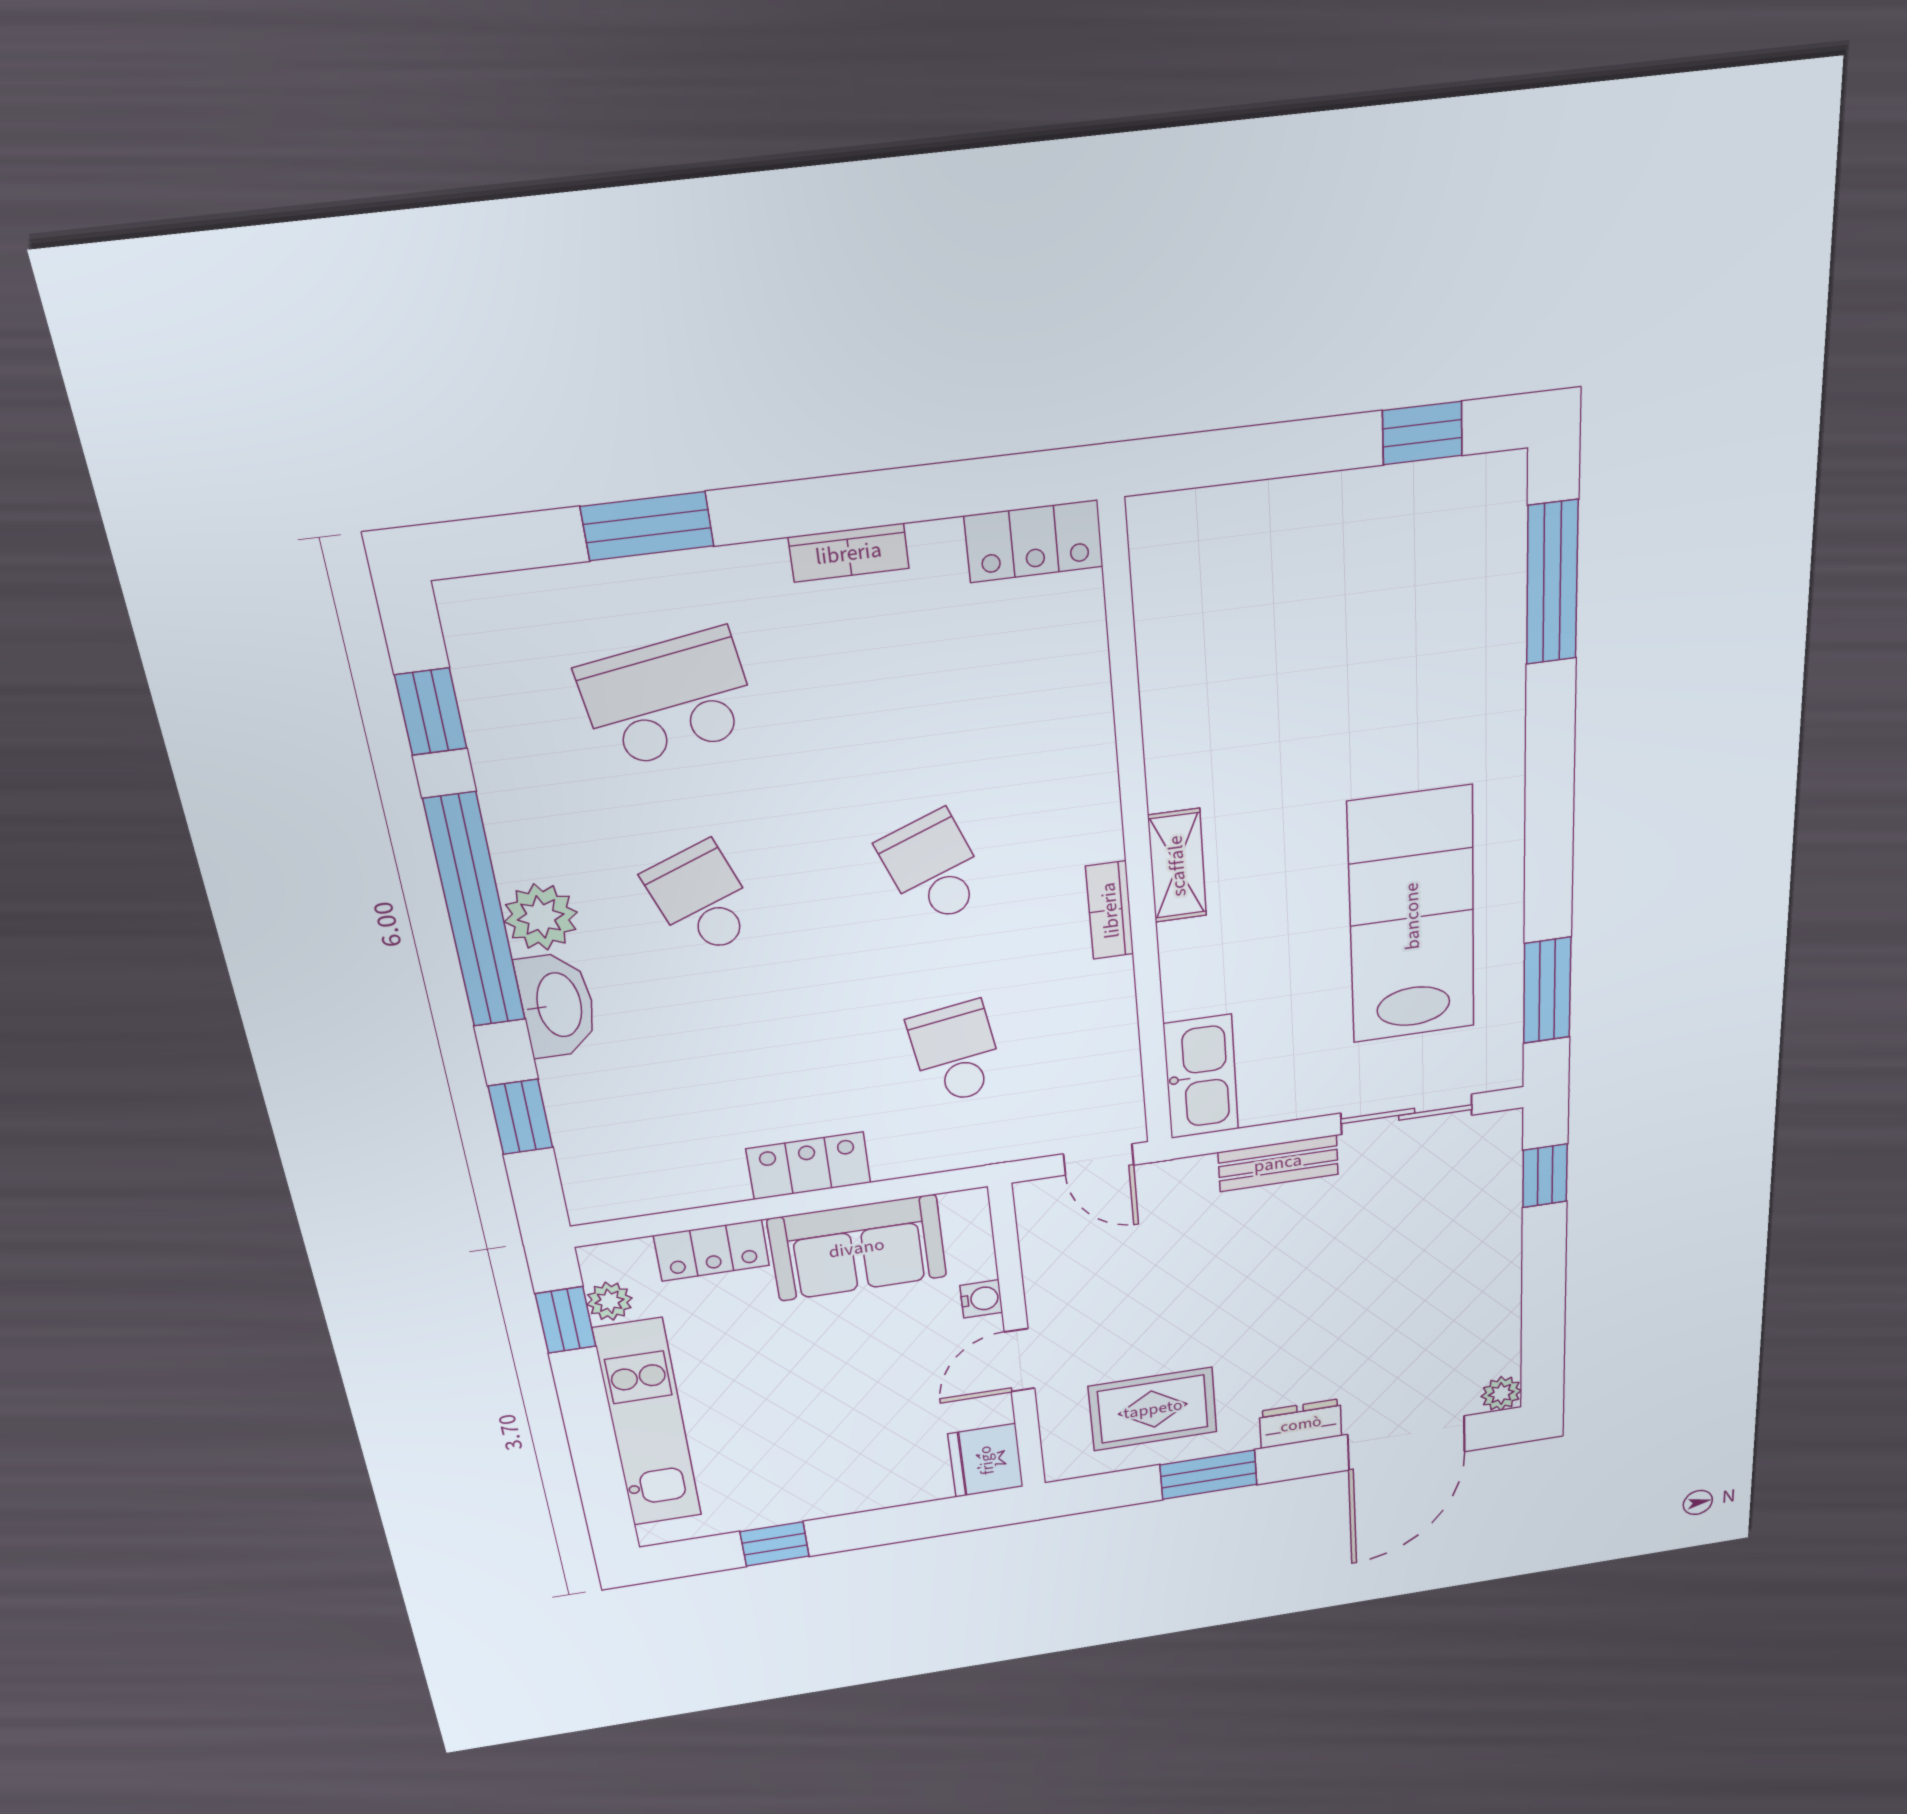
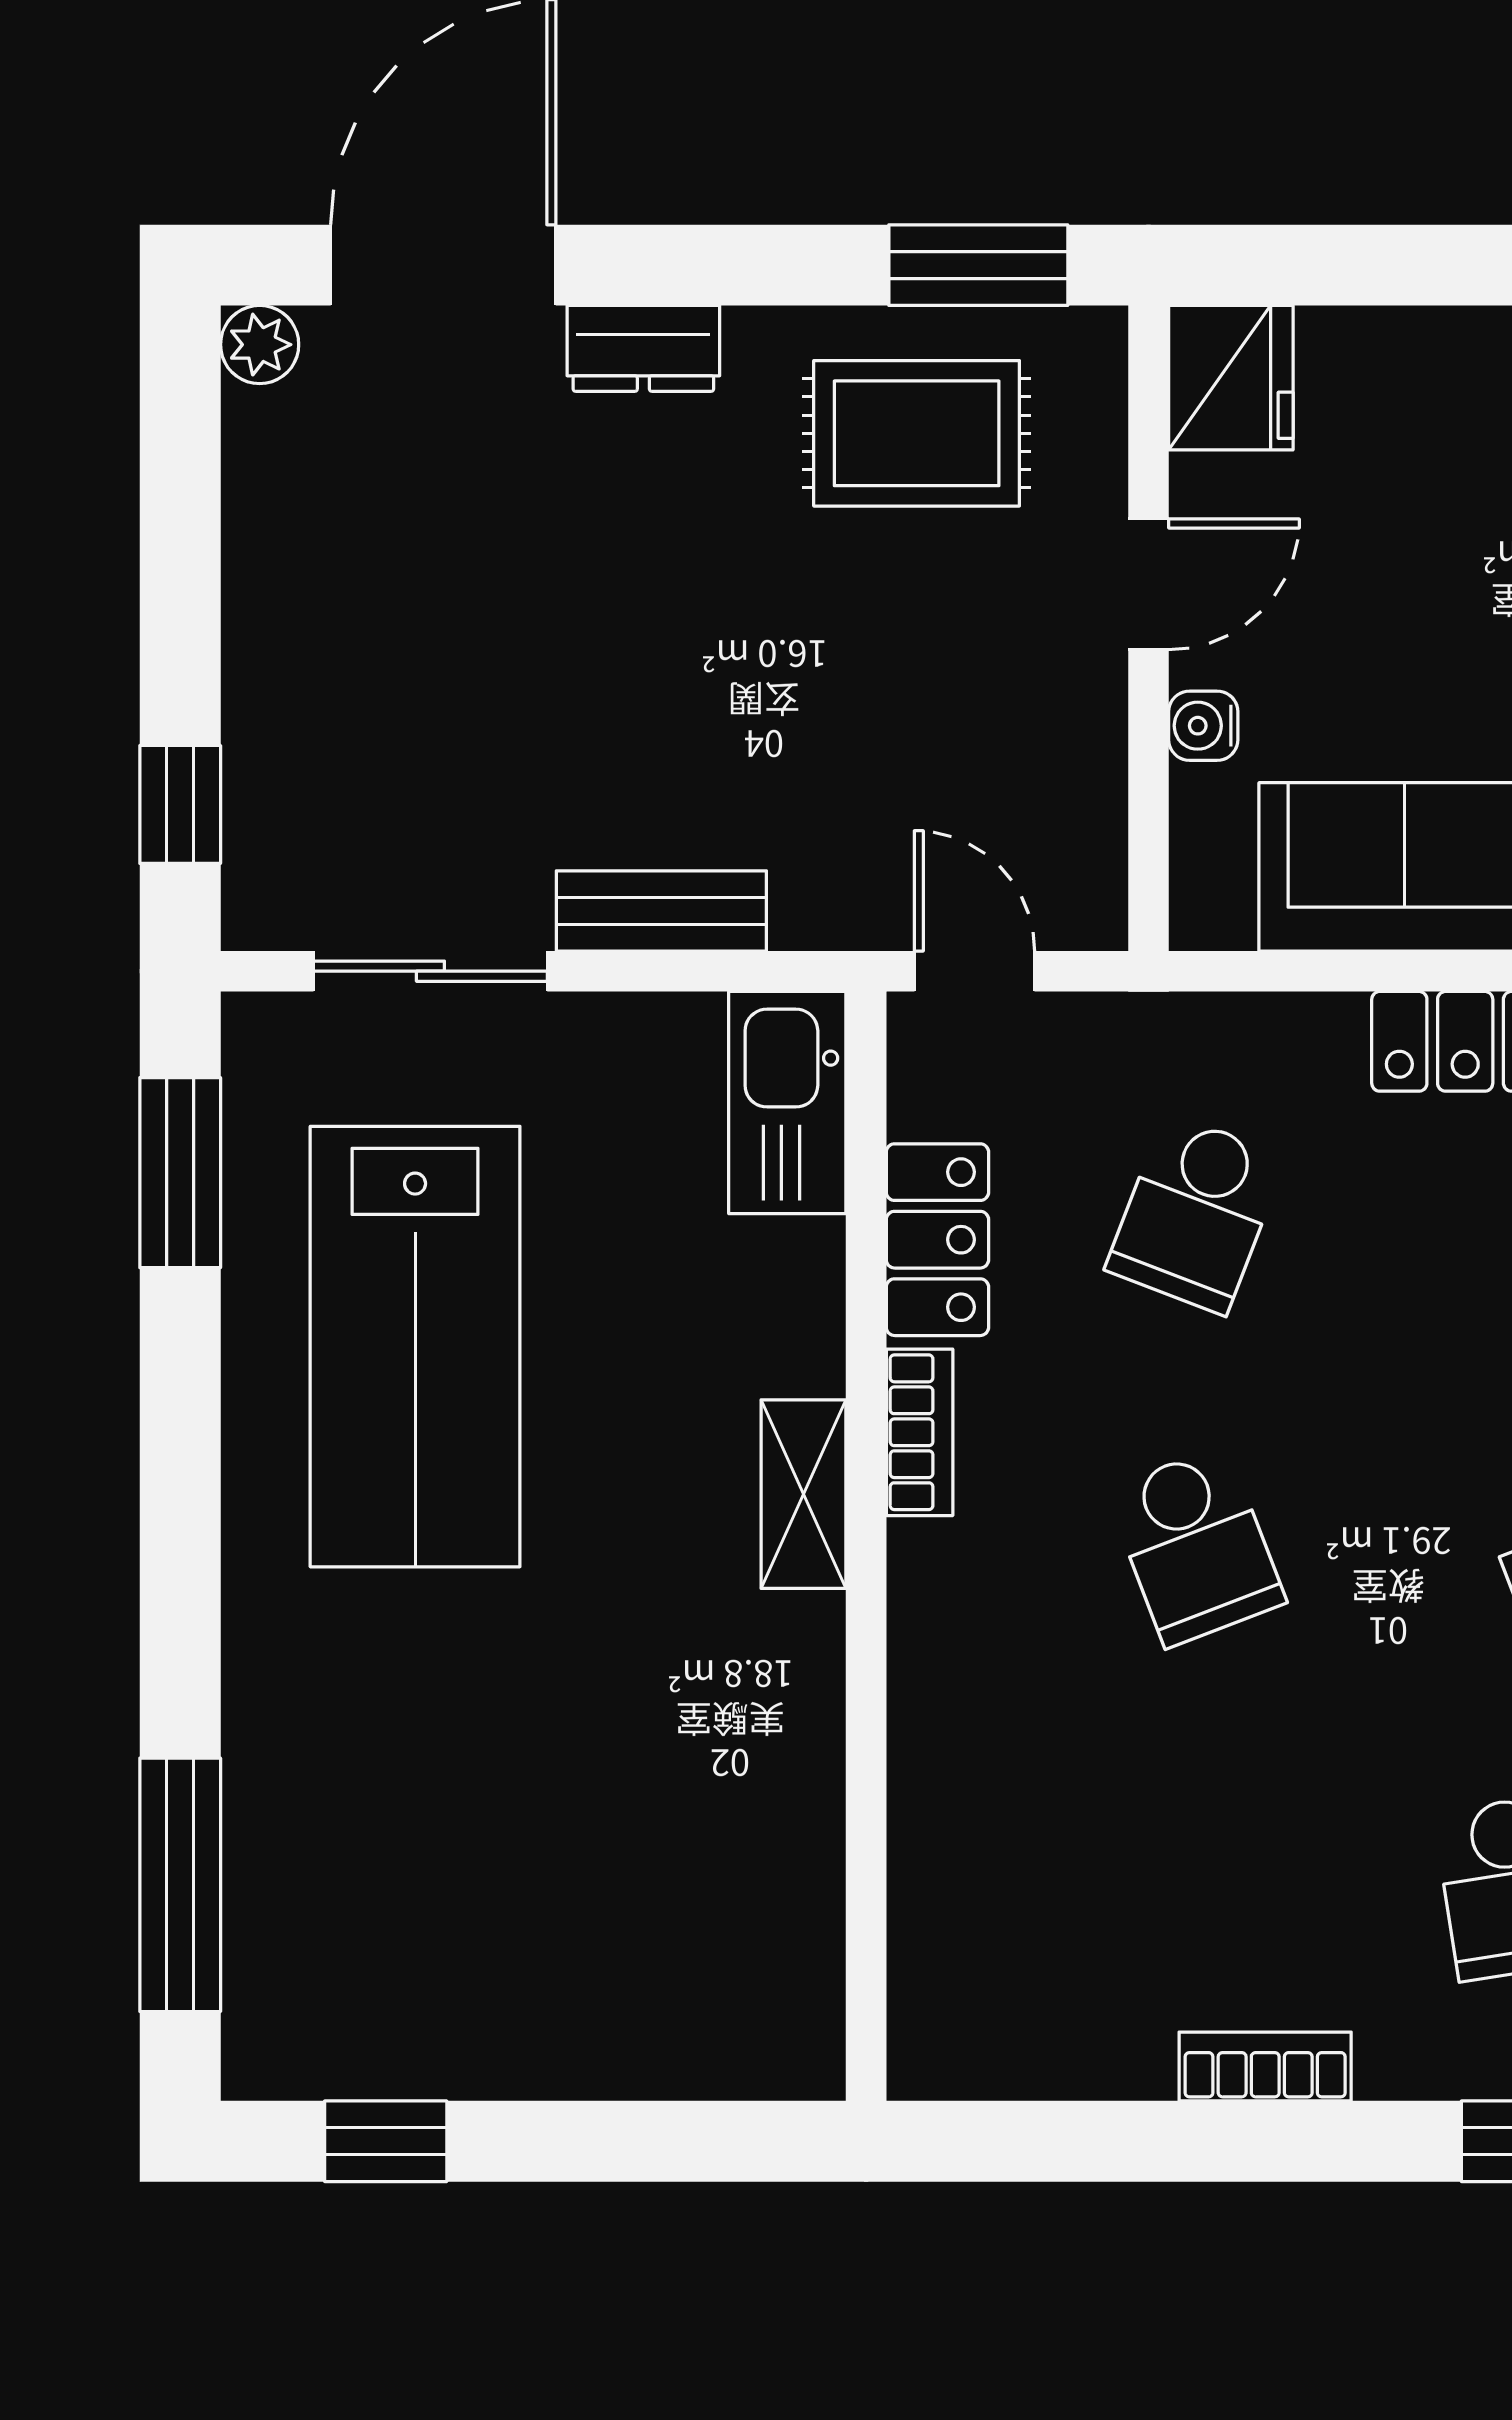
locker: (1034, 541) -> (937, 1240), moved, turned 90
school desk: (956, 1053) -> (1196, 1213), turned 30
window: (1209, 1475) -> (978, 265), moved

